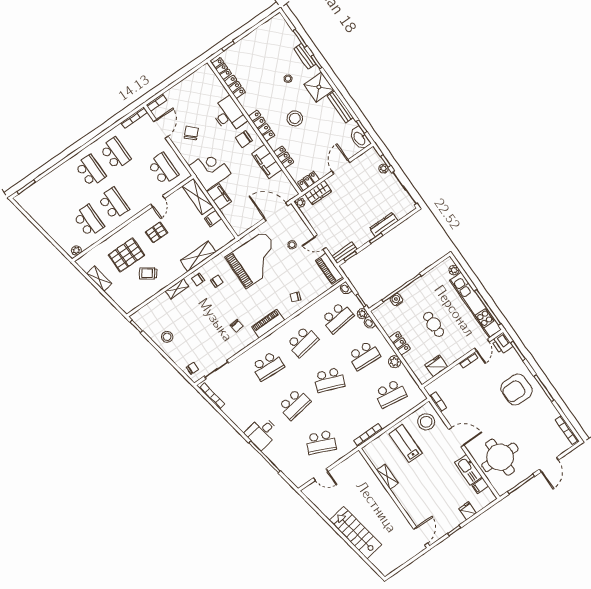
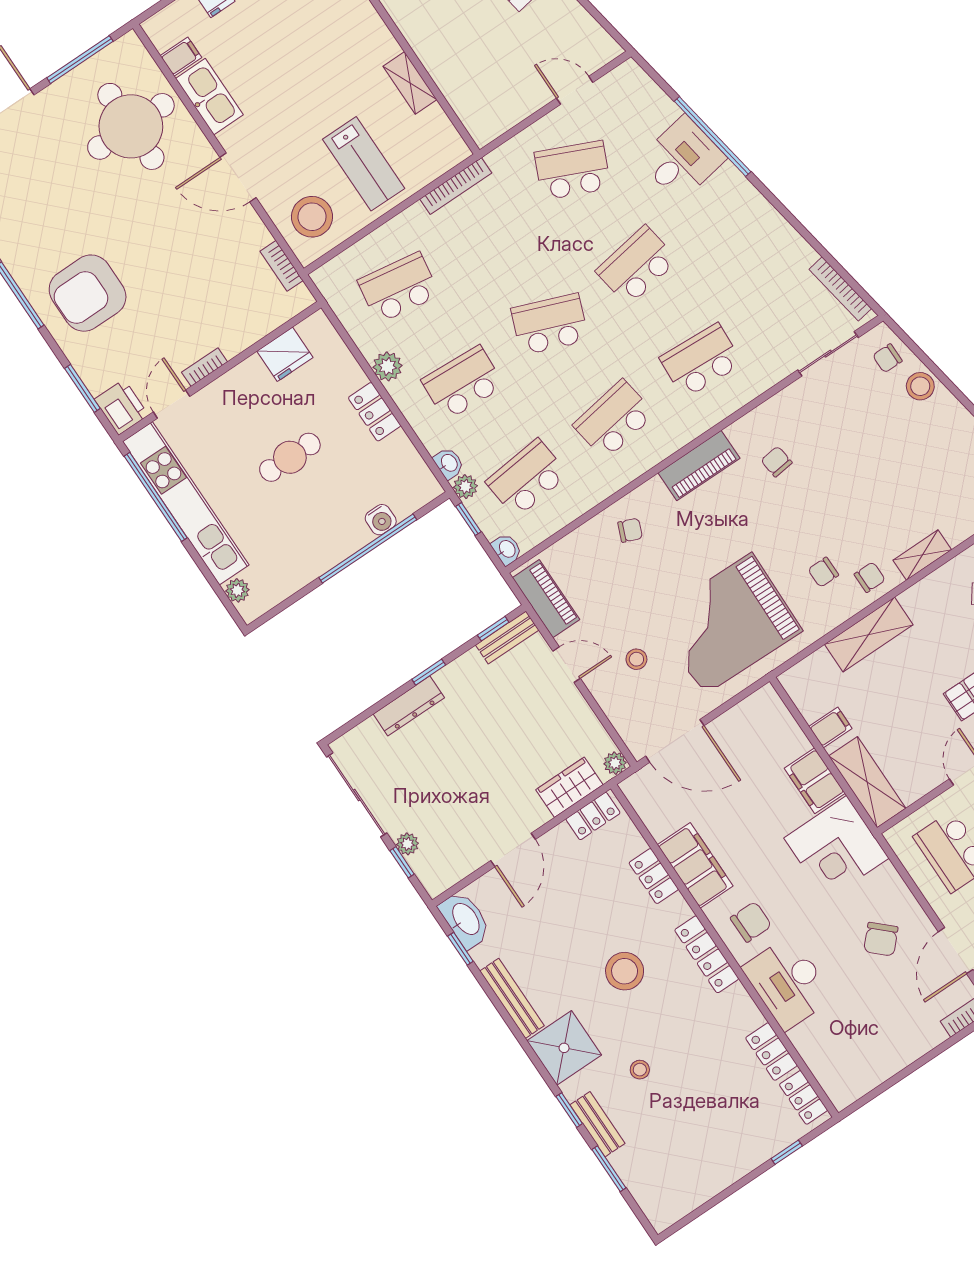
cafe table: (434, 324) -> (290, 457), turned 90
stool: (167, 337) -> (920, 386), moved
armchair: (517, 389) -> (88, 293), turned 180
desk: (262, 433) -> (682, 159), moved

